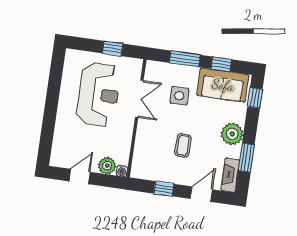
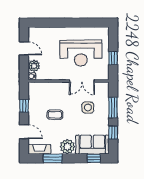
sofa: (223, 85) -> (92, 145), moved, turned 90

